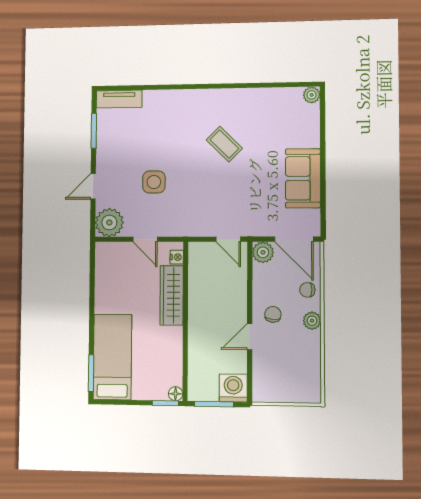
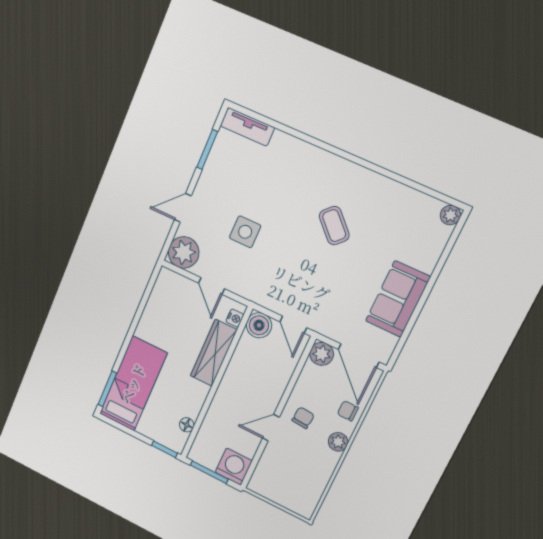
boiler: (200, 253) -> (259, 325), added
floor lamp: (176, 394) -> (187, 425), moved

